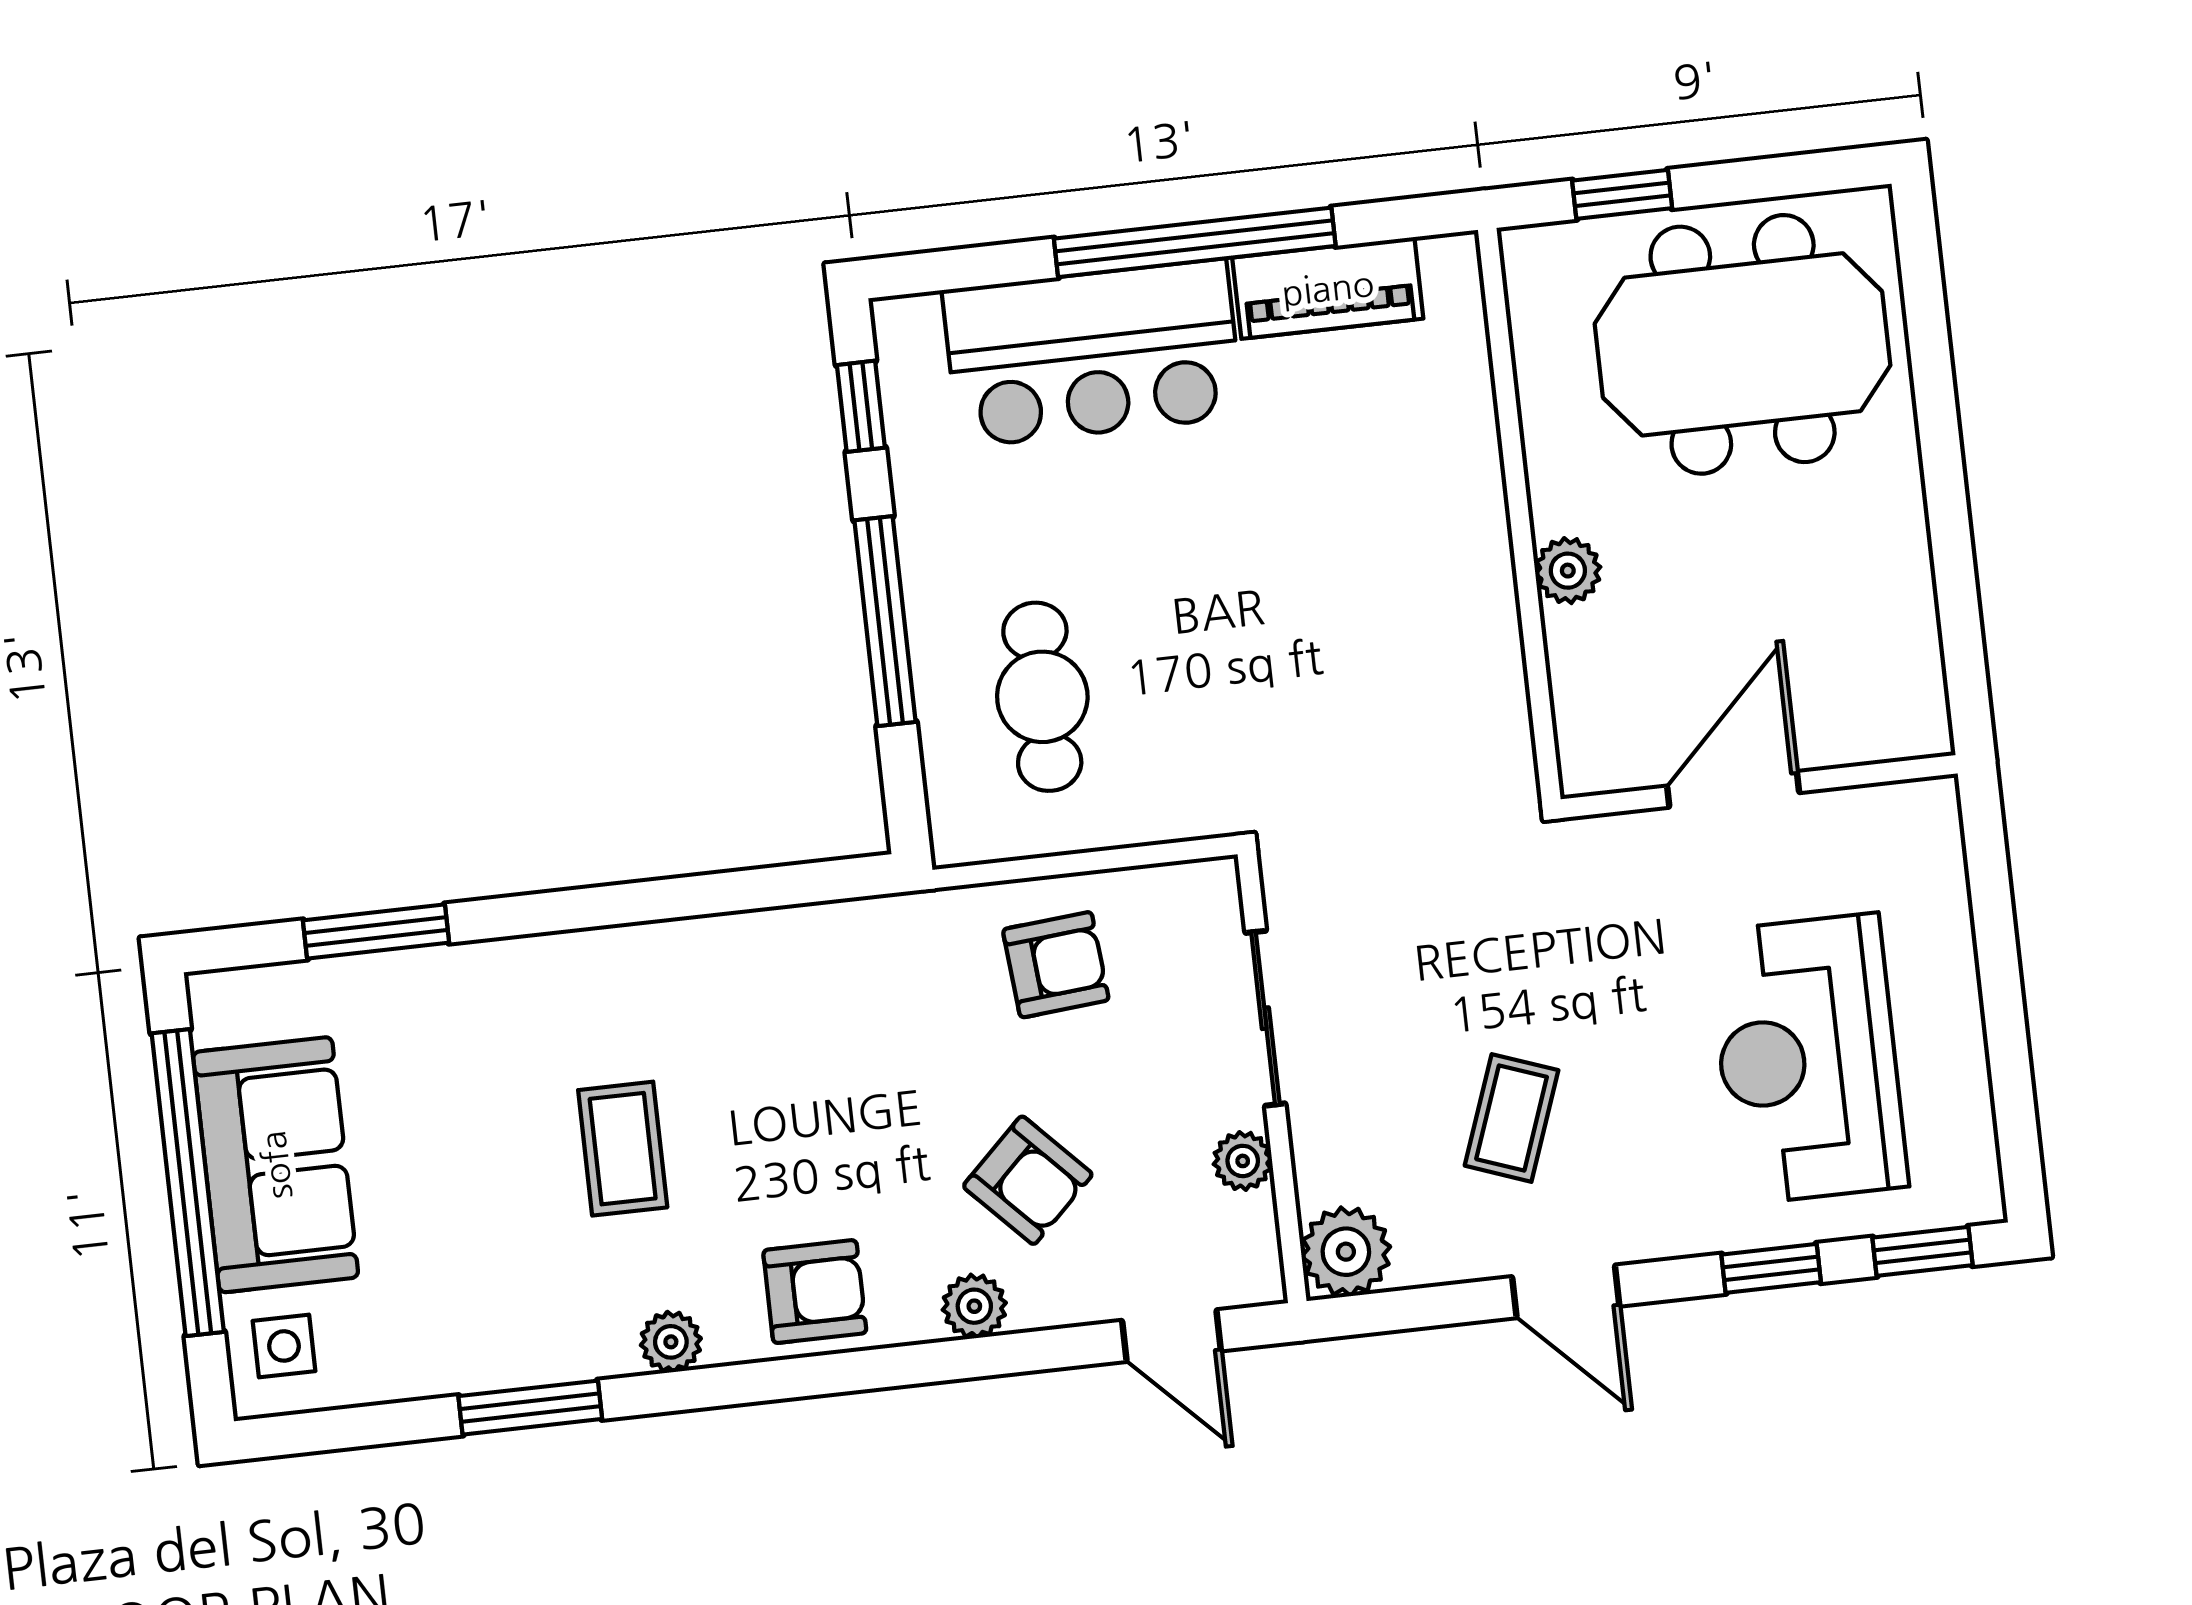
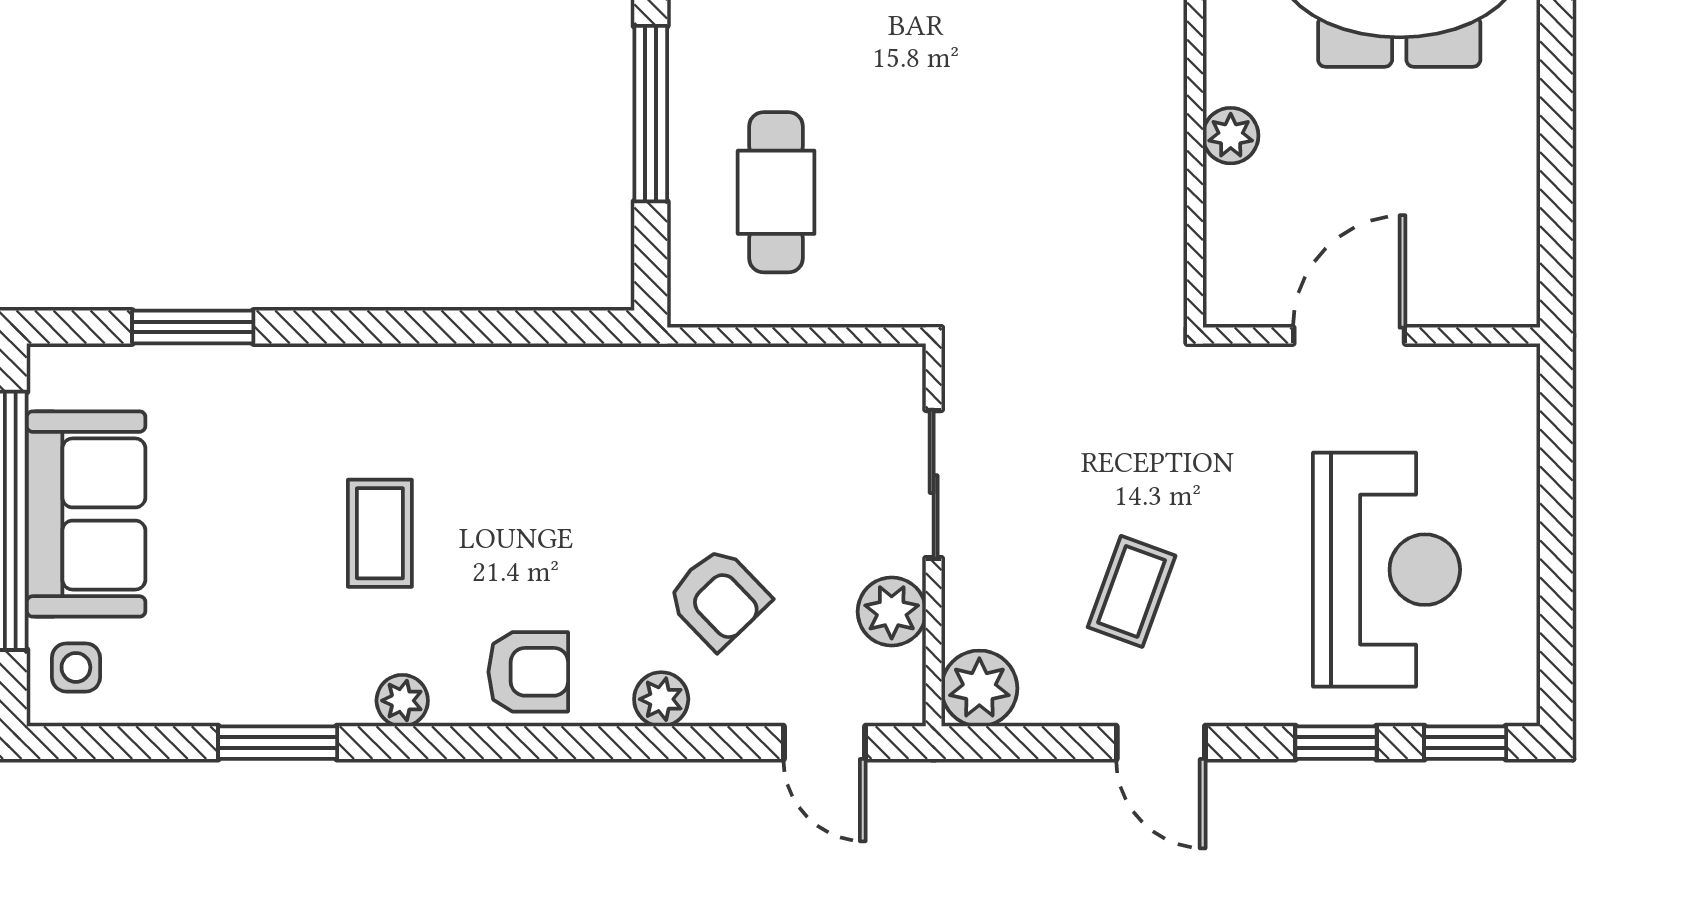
armchair: (1056, 965) -> (762, 419), removed
reception desk: (1808, 1059) -> (1387, 570), turned 180
plant: (1243, 1161) -> (892, 612), width x1.38, depth x1.38

